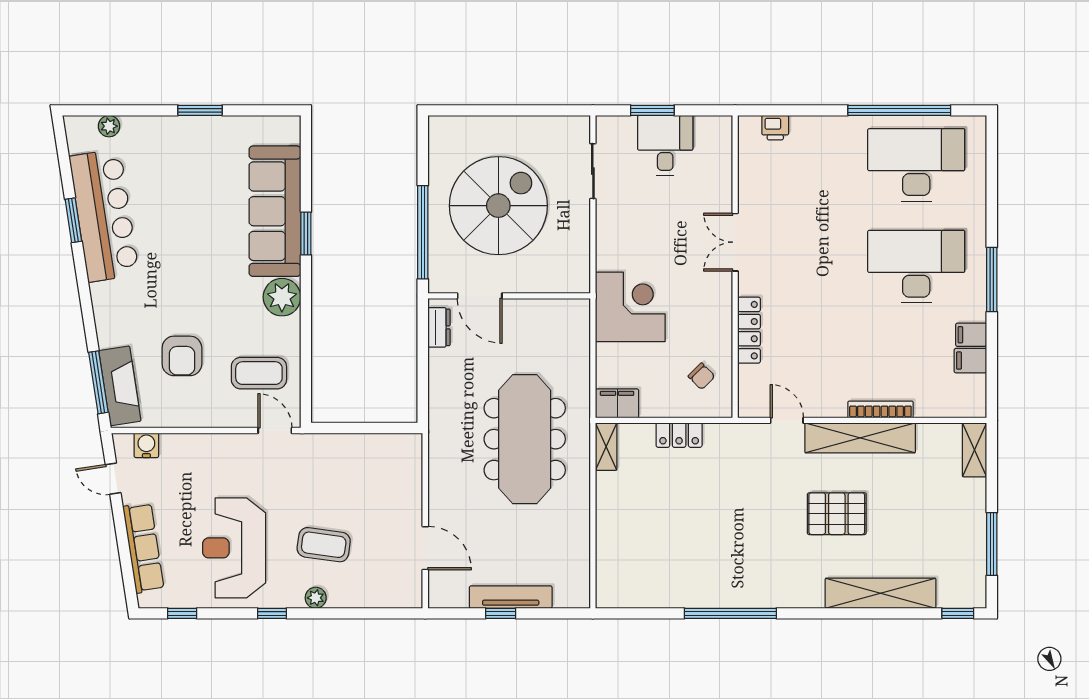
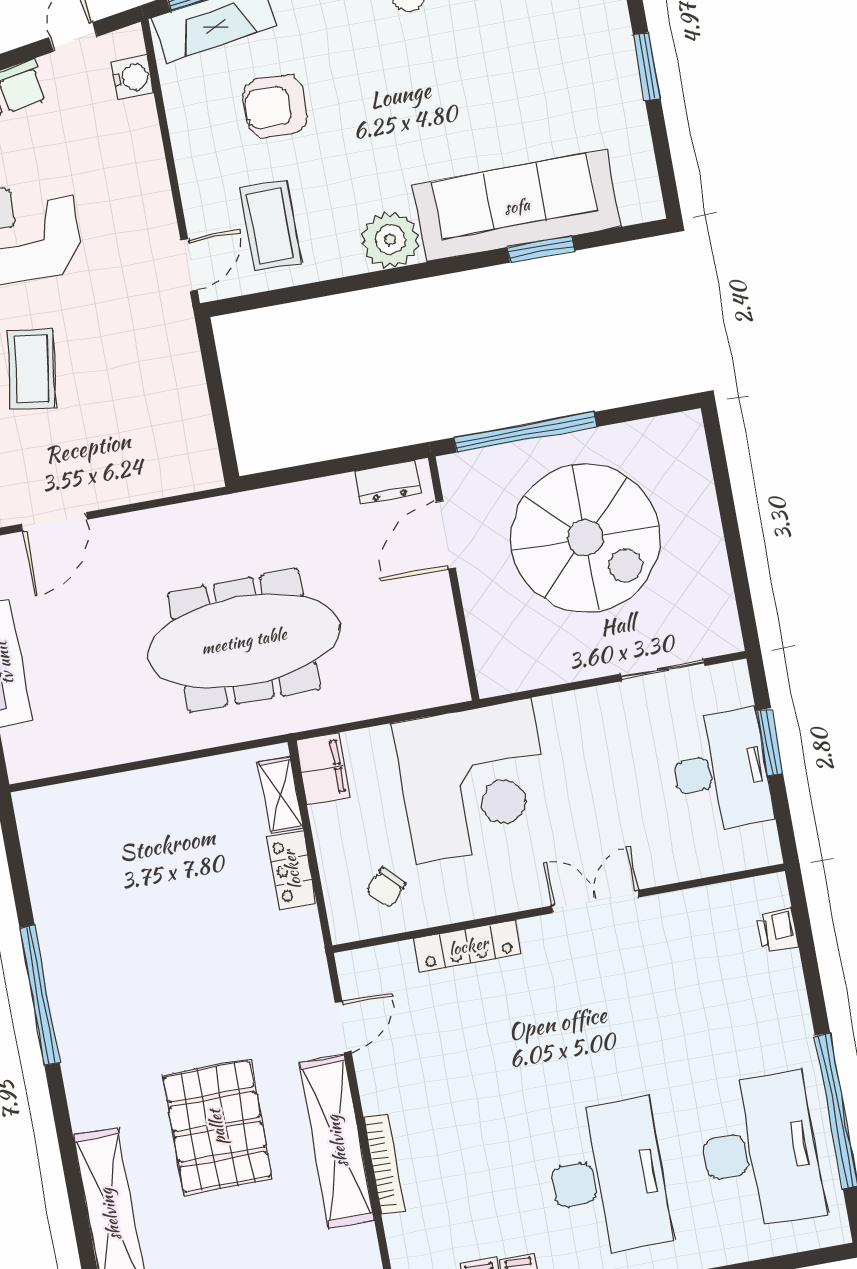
desk: (665, 145) -> (721, 771), width x1.37
window: (306, 234) -> (541, 249), moved
corner desk: (630, 307) -> (473, 781), width x1.36, depth x1.36
shelving: (606, 447) -> (281, 795), moved, turned 90
pallet: (837, 514) -> (217, 1127), width x1.37, depth x1.41

